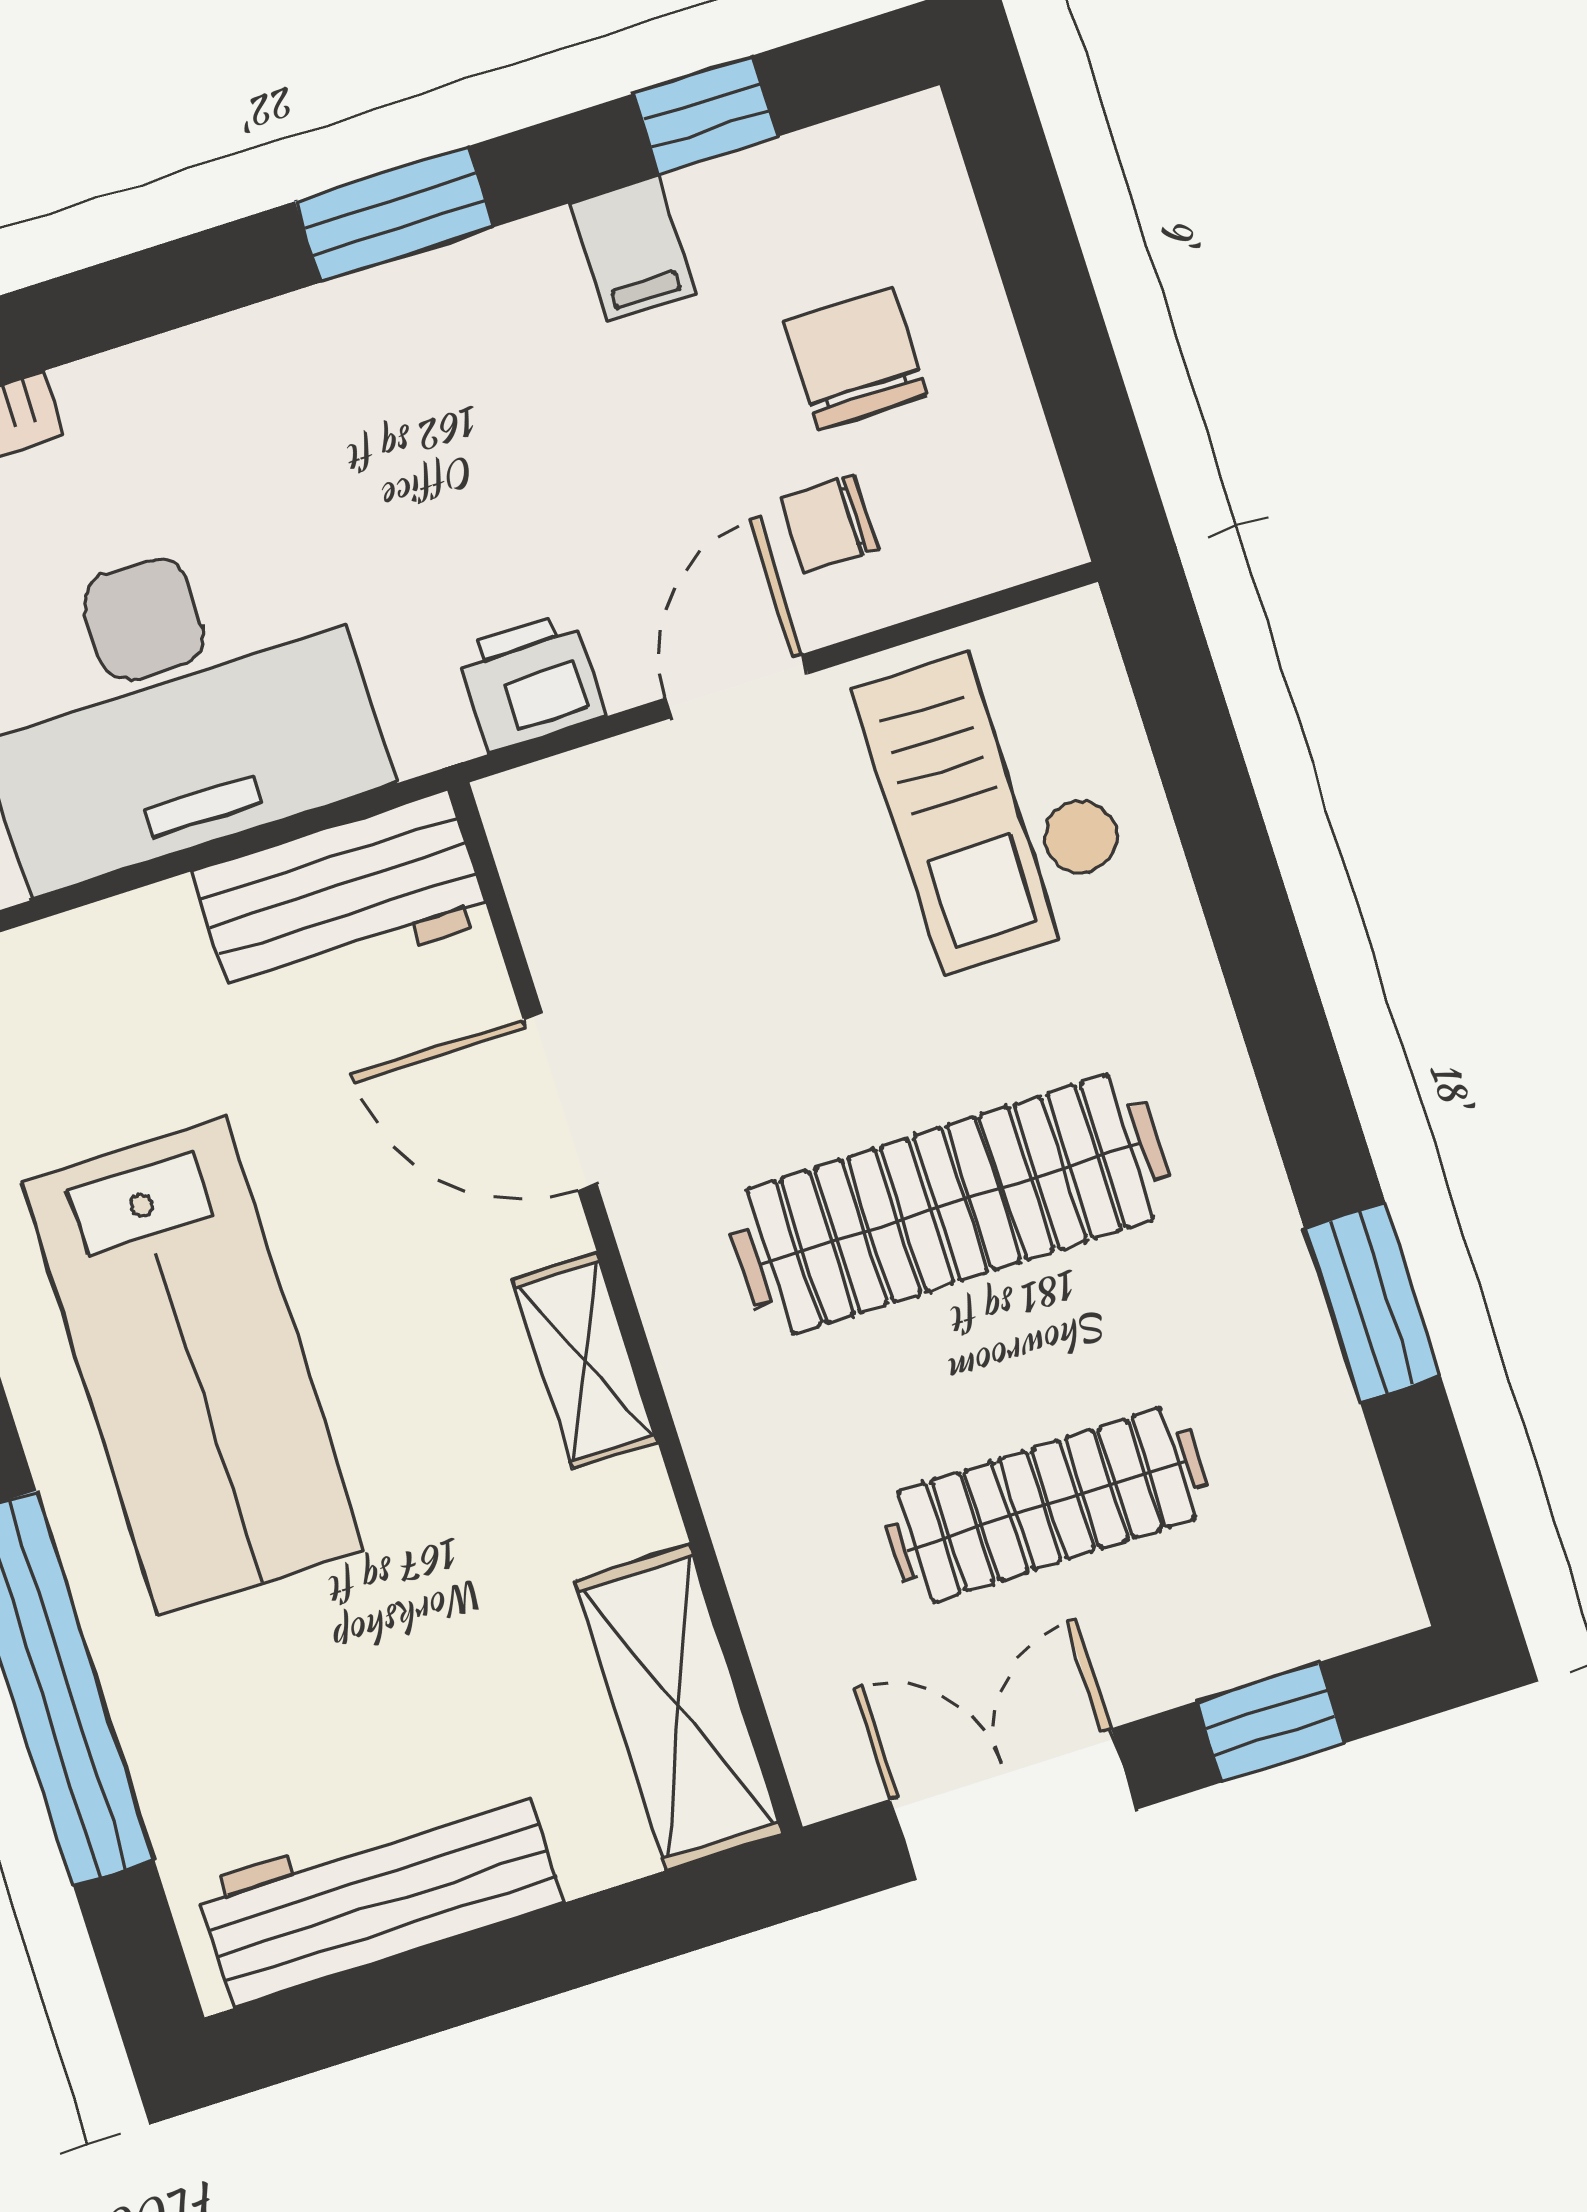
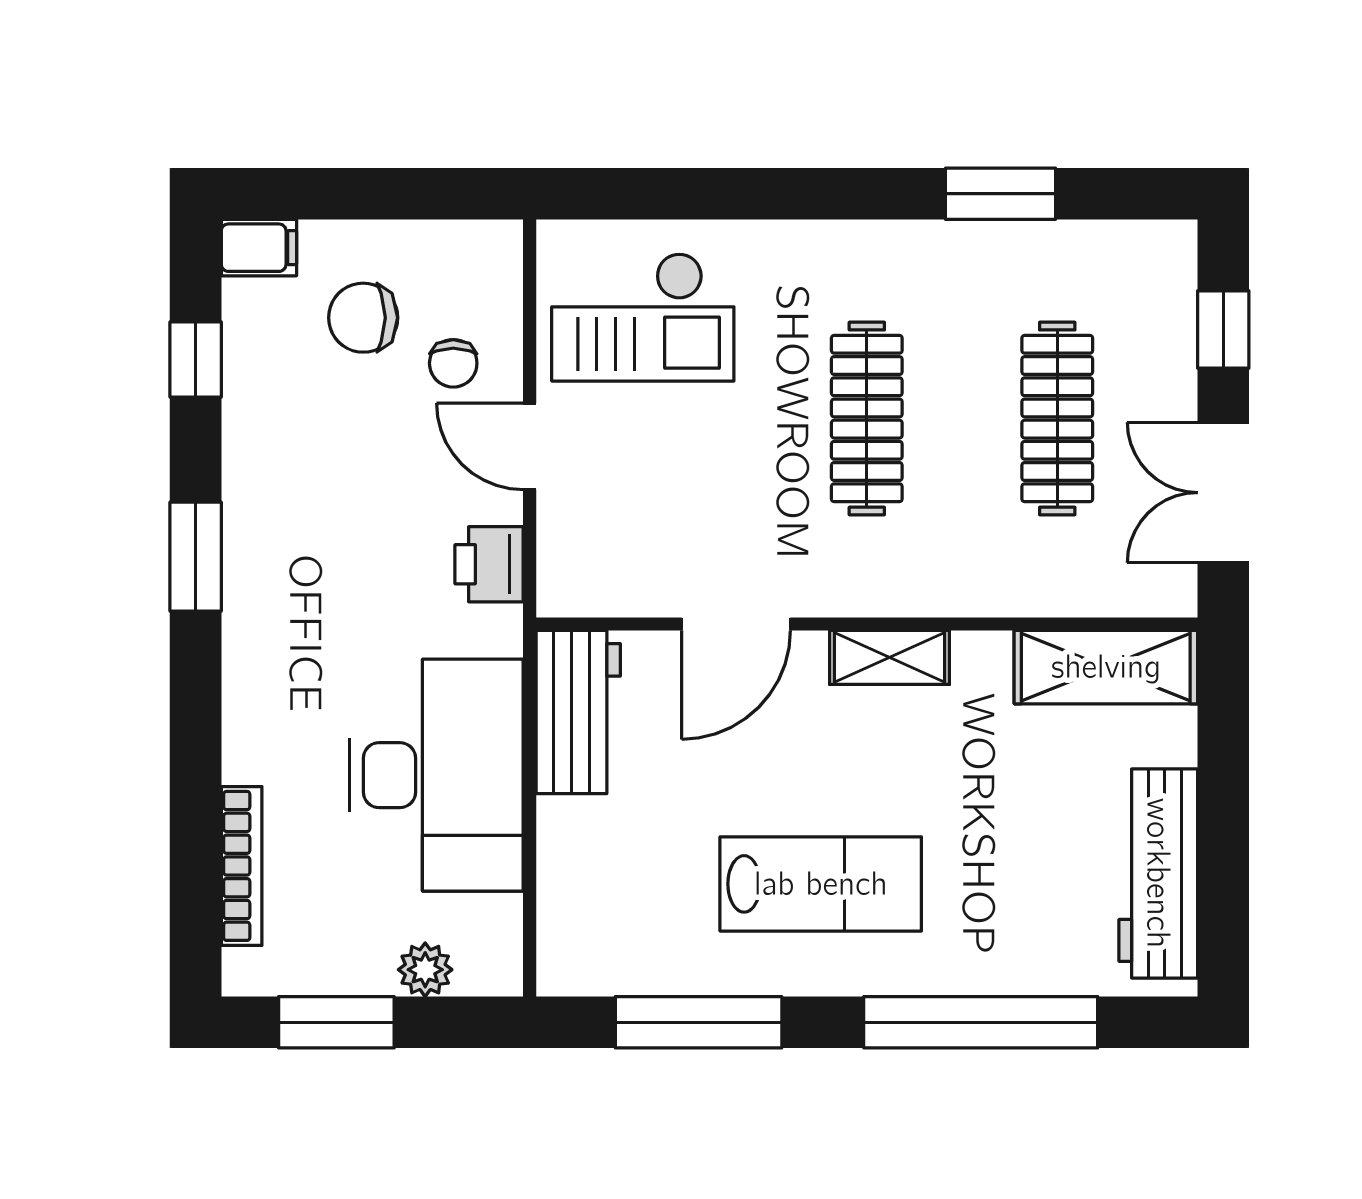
filing cabinet: (632, 249) -> (259, 248), moved
clothes rail: (950, 1204) -> (867, 419), width x0.73, depth x0.76
lab bench: (193, 1366) -> (821, 884), width x0.73, depth x0.72

